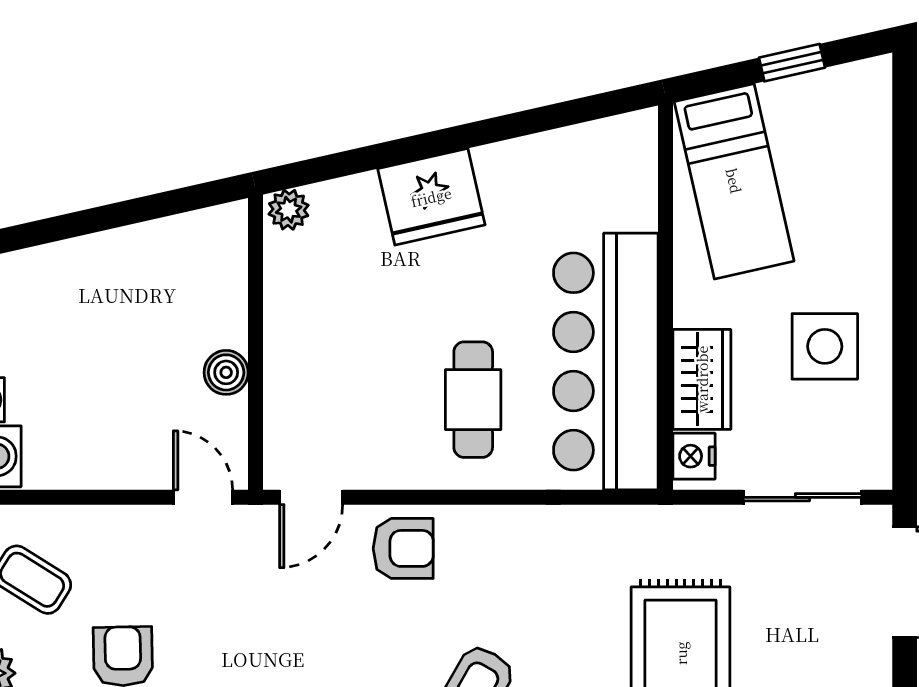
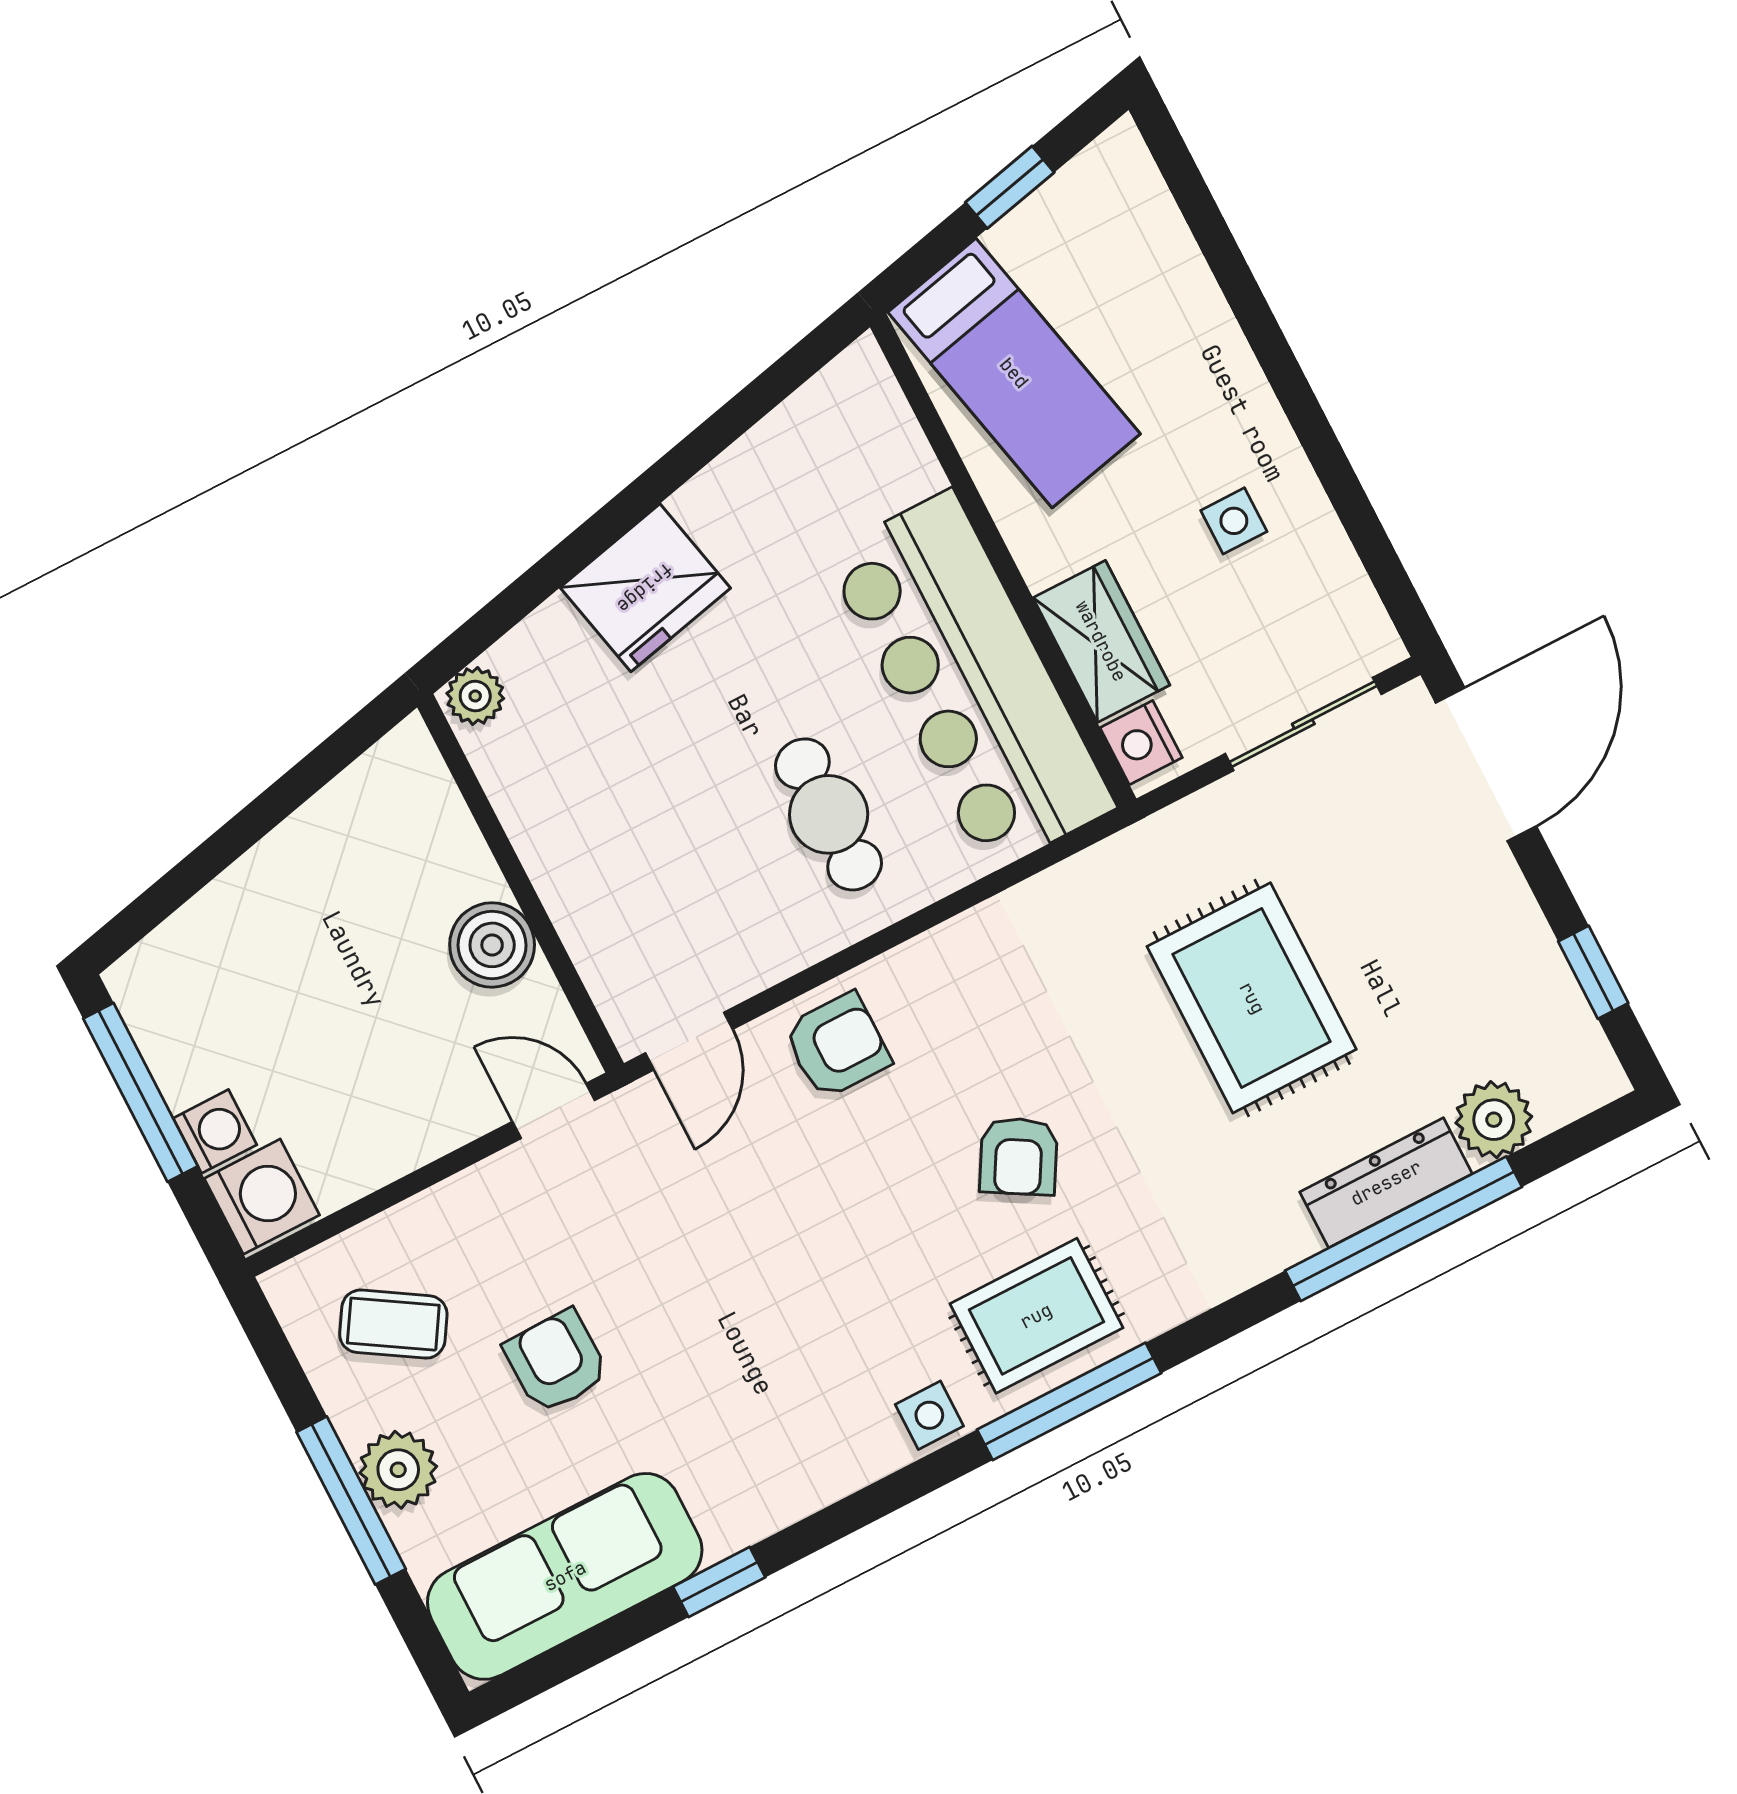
side table: (825, 346) -> (1234, 521), width x0.54, depth x0.54
boiler: (226, 372) -> (492, 945), width x1.36, depth x1.36

